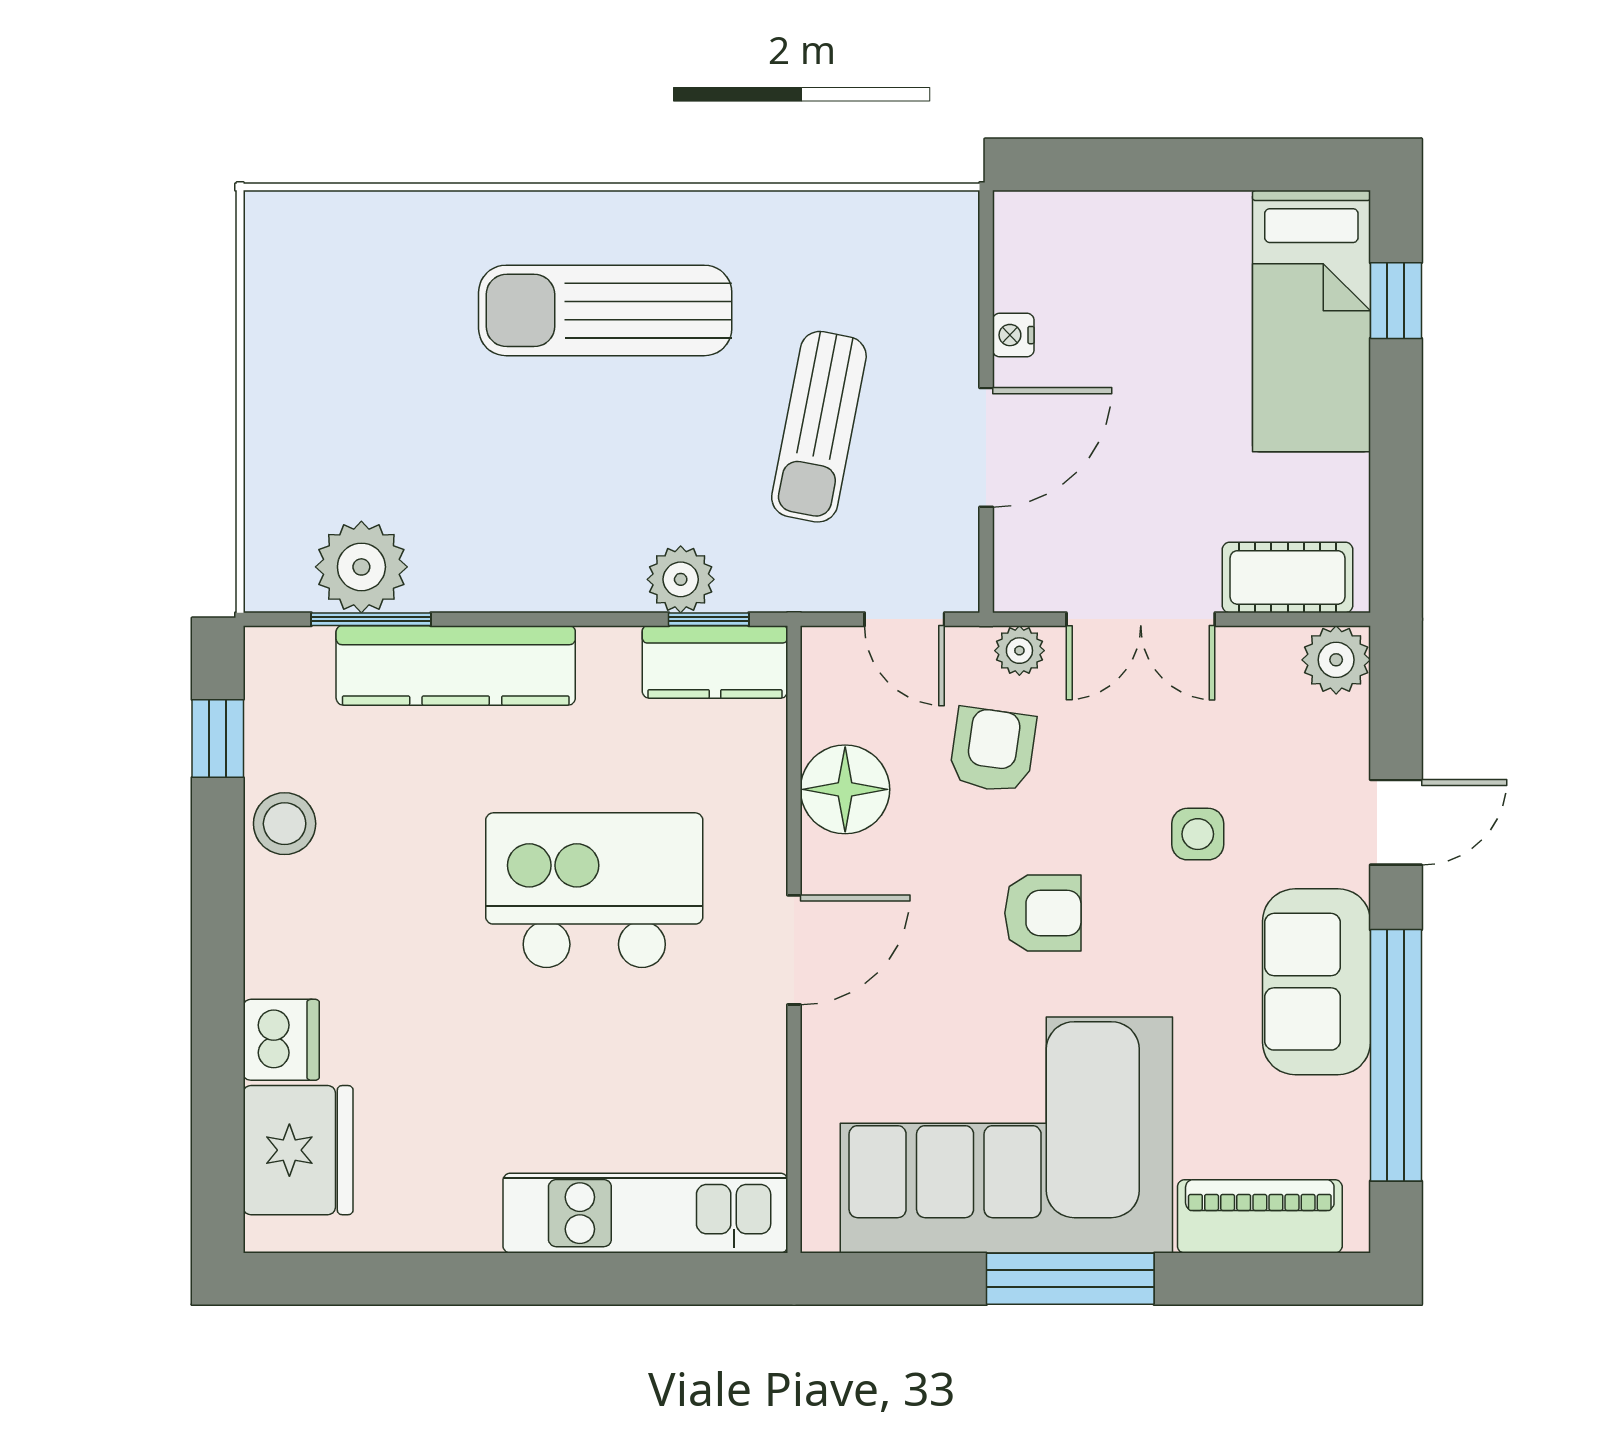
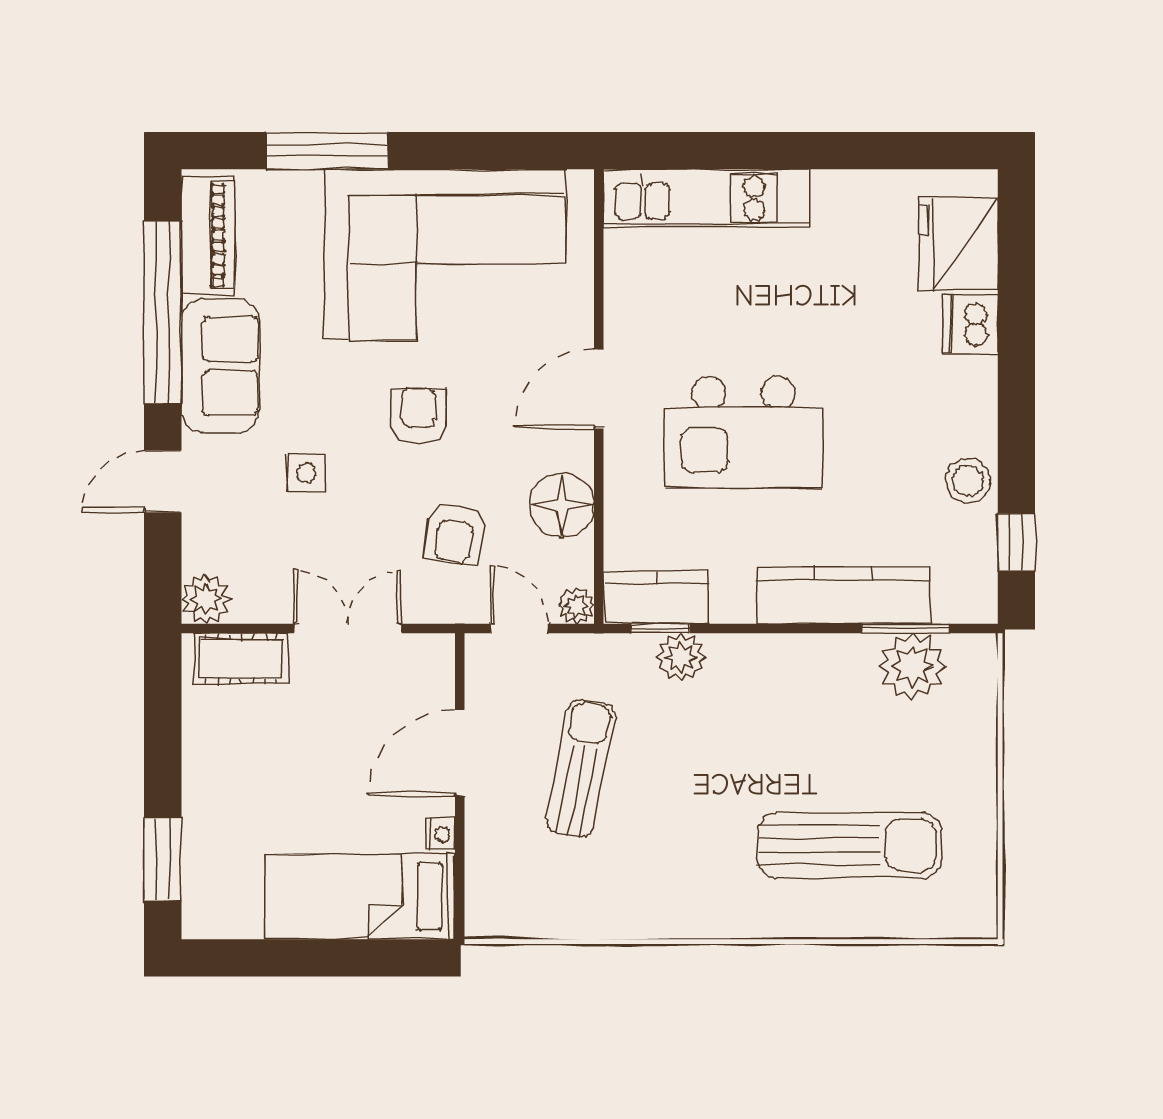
window: (1396, 301) -> (163, 859), width x1.50
sun lounger: (605, 310) -> (850, 845), moved
bed: (1311, 321) -> (360, 897), moved, turned -90
plant: (1019, 651) -> (576, 606), moved
armchair: (1043, 913) -> (419, 416), turned 90
piano: (1260, 1216) -> (208, 235), moved, turned -90
window: (1070, 1279) -> (327, 151), moved

